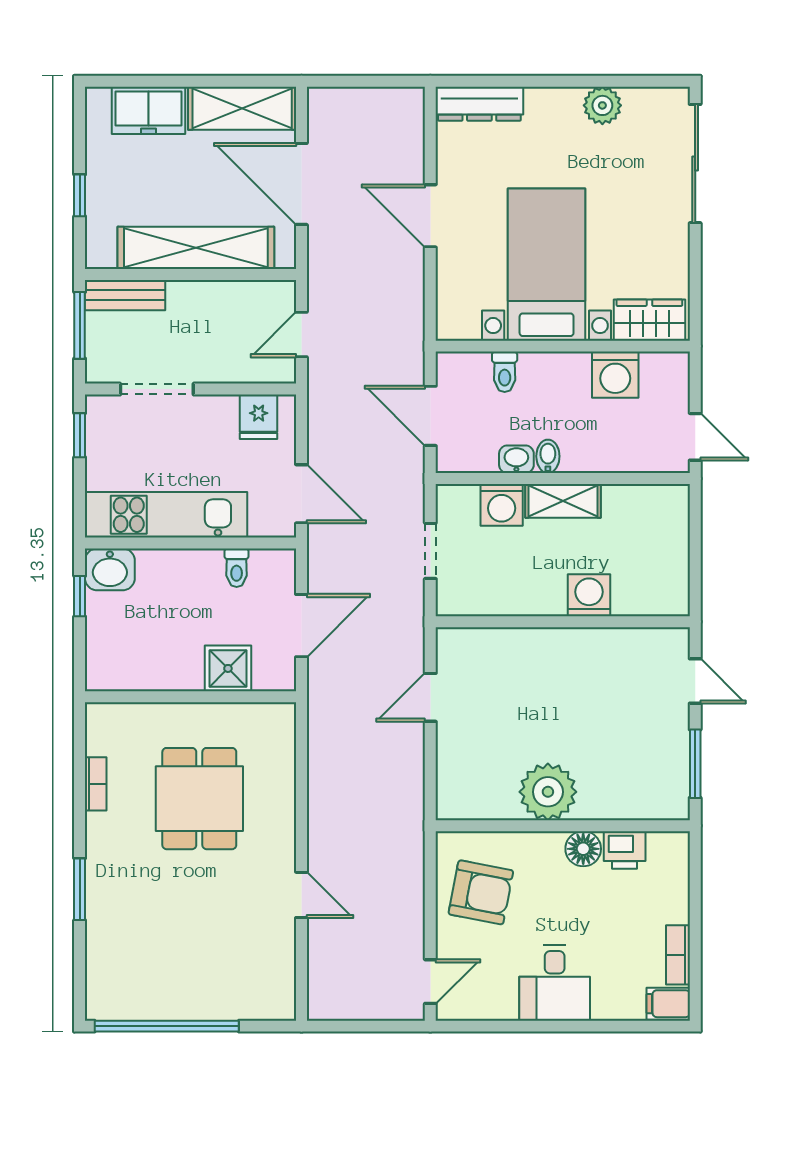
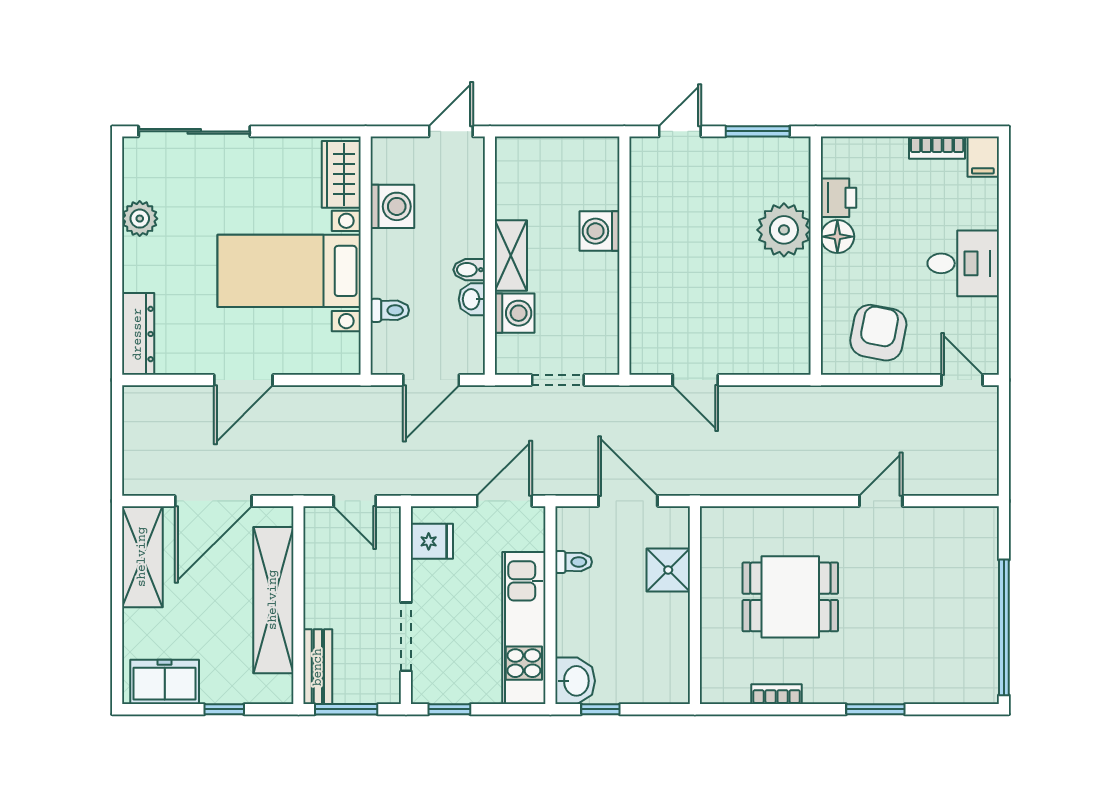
freezer: (149, 110) -> (165, 682), moved, turned -90
plant: (548, 792) -> (784, 230), moved

